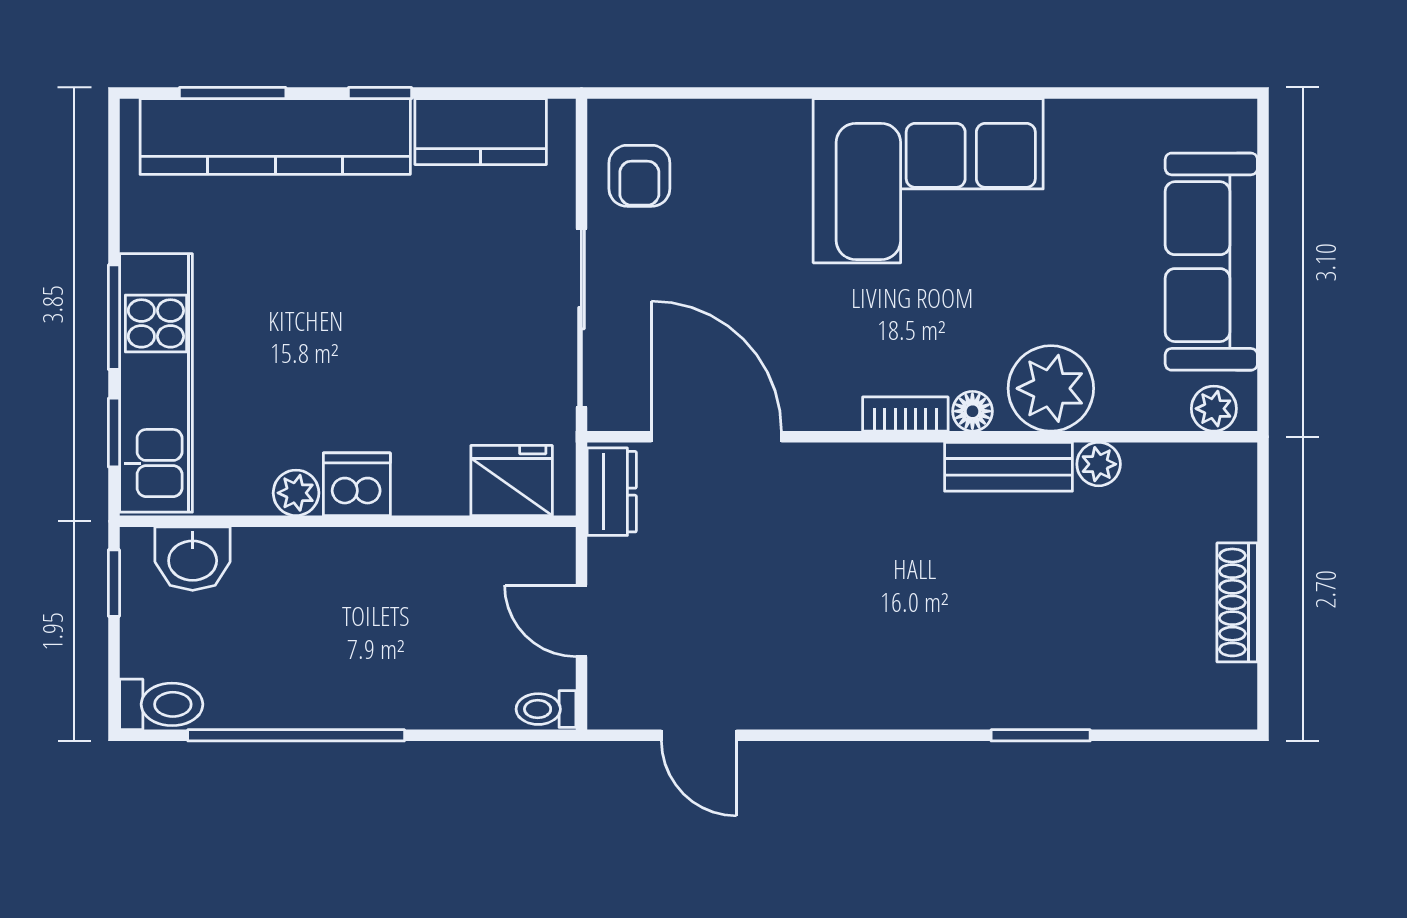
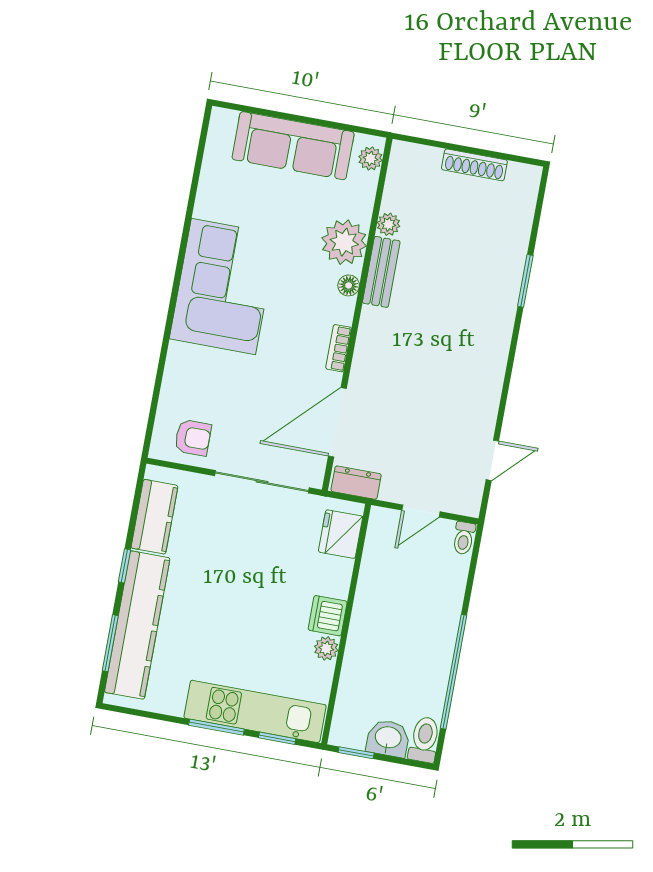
bookcase: (905, 414) -> (339, 348), moved
washbasin: (193, 559) -> (388, 738), moved, turned -90

